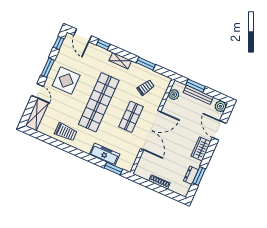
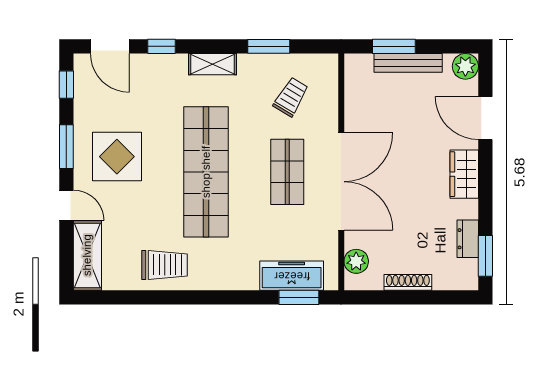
plant: (174, 95) -> (356, 261), moved
freezer: (105, 154) -> (292, 276), moved
window: (199, 176) -> (485, 256), moved

